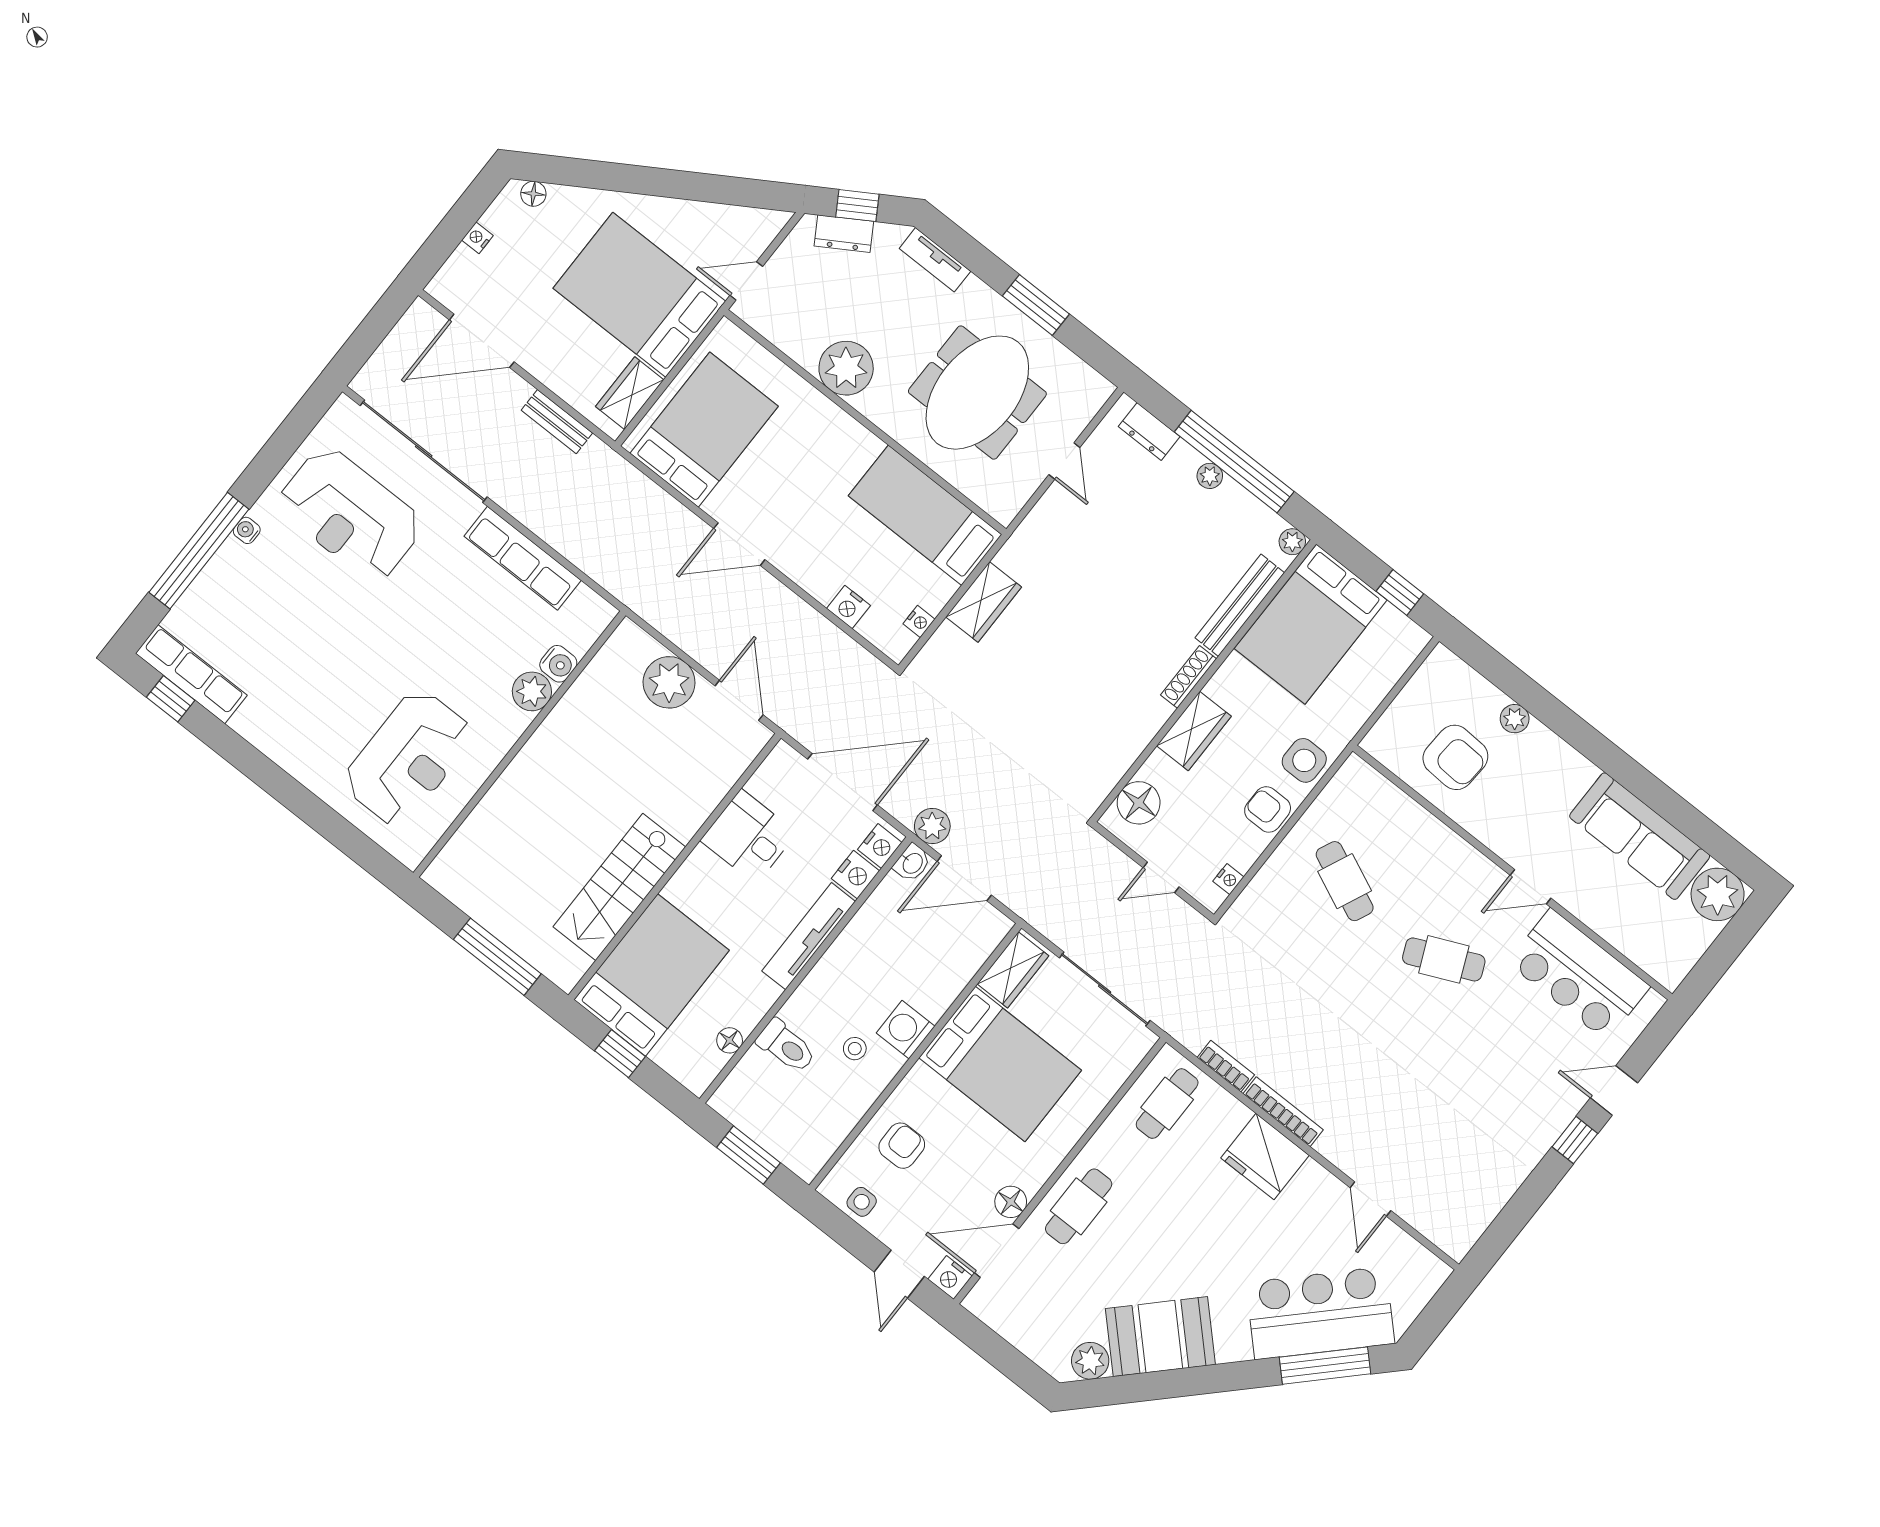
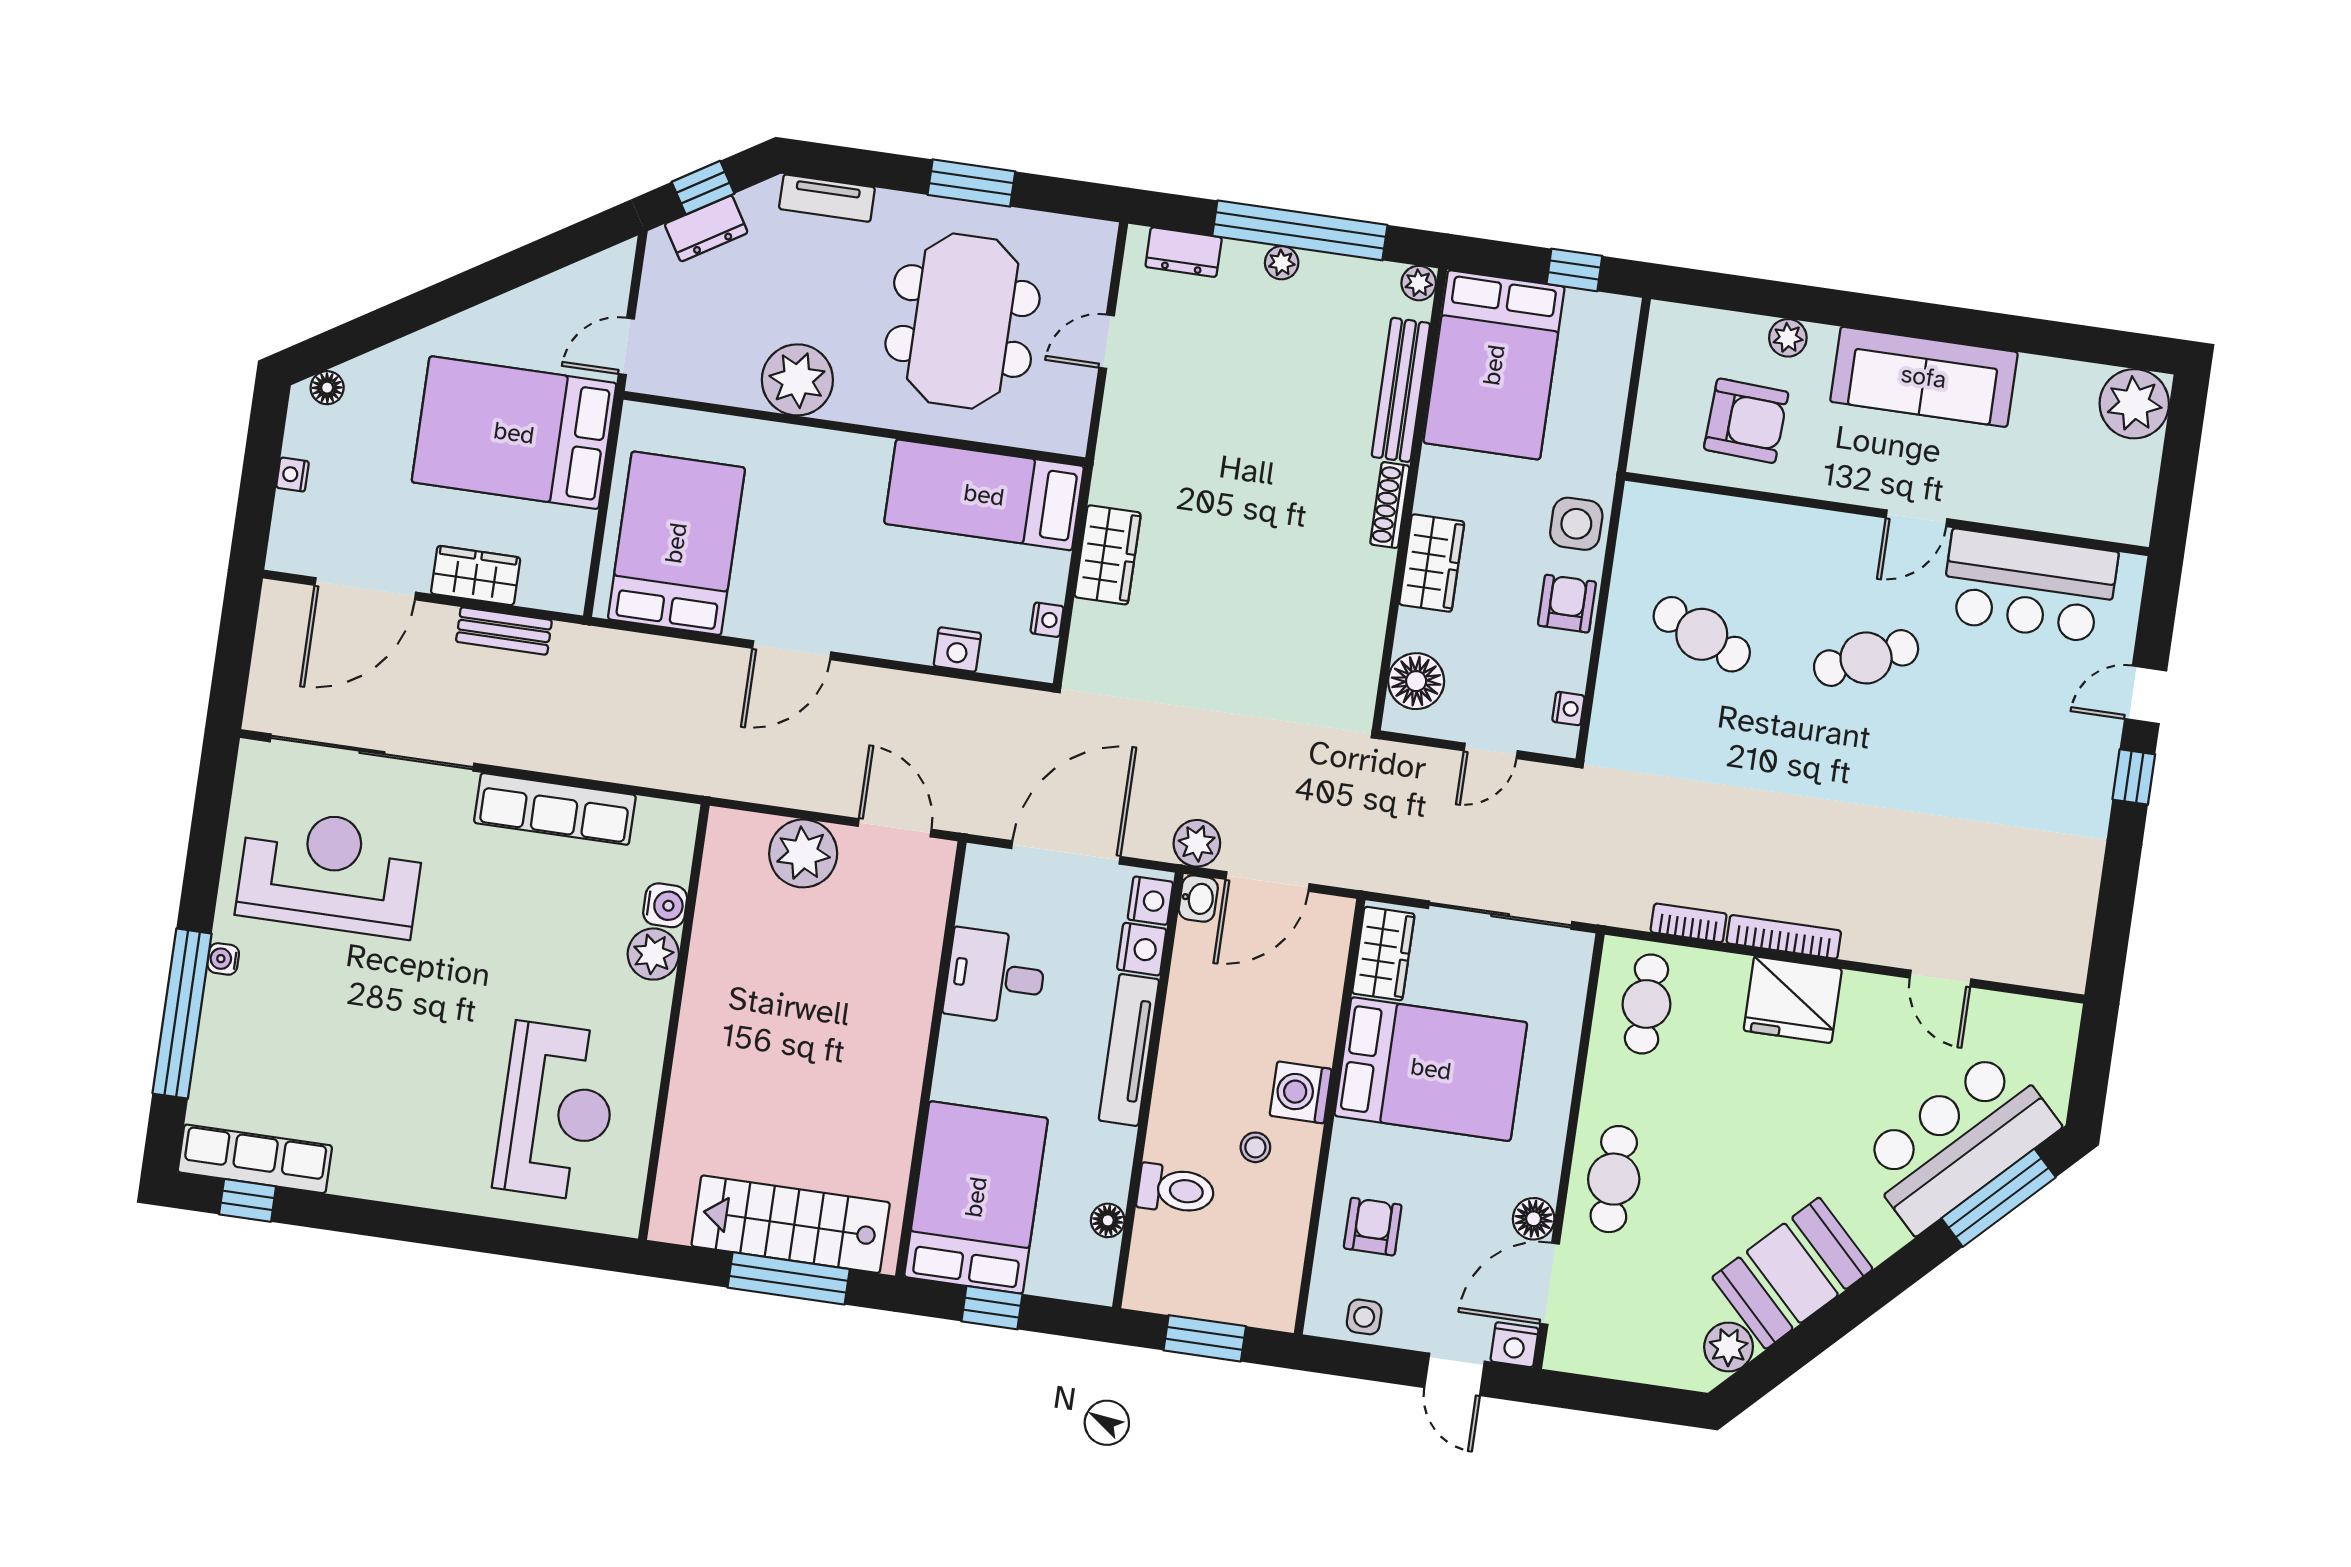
wardrobe: (630, 393) -> (476, 576), moved, turned 90
door: (1064, 461) -> (1107, 342), swing flipped
reception desk: (350, 514) -> (330, 872), turned 180
armchair: (1268, 809) -> (1567, 604), turned 90
sofa: (1640, 836) -> (1924, 377), moved
stairs: (619, 887) -> (791, 1224), moved, turned 90

